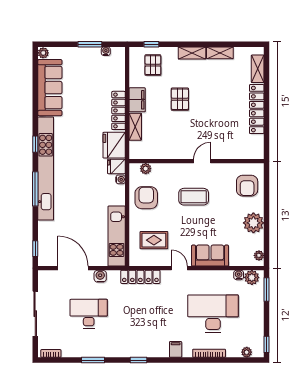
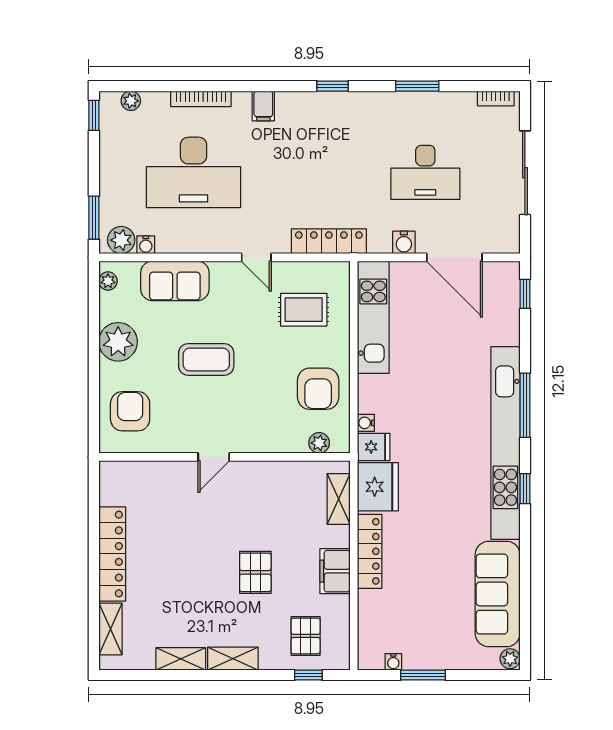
shelving: (135, 127) -> (339, 499), moved
coffee table: (194, 197) -> (206, 359), moved
sofa: (210, 256) -> (175, 281), moved

